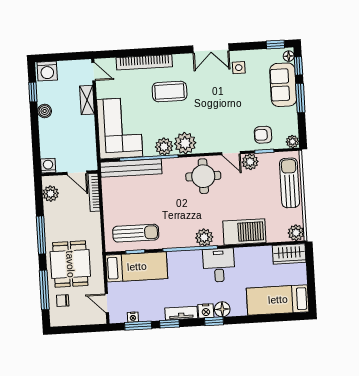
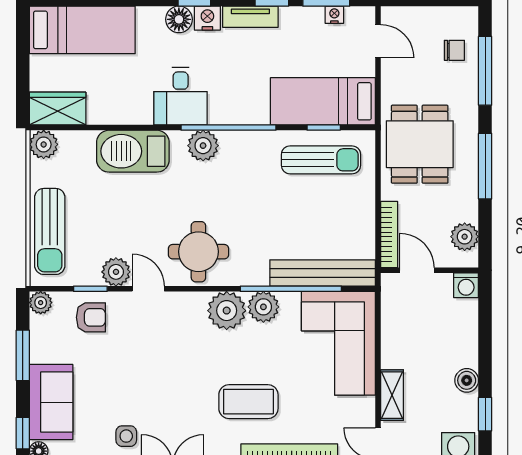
window: (300, 98) -> (23, 355), moved
sun lounger: (136, 233) -> (321, 160), turned 180
dining table: (70, 264) -> (420, 144), moved

